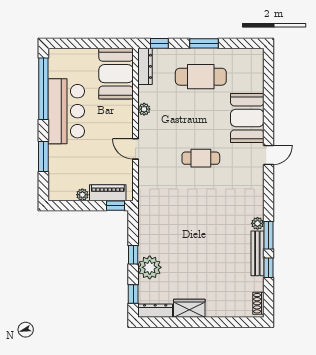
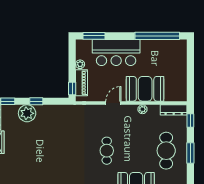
booth: (116, 74) -> (145, 89), moved
bar counter: (66, 111) -> (116, 53), moved
window: (43, 157) -> (94, 36), moved

